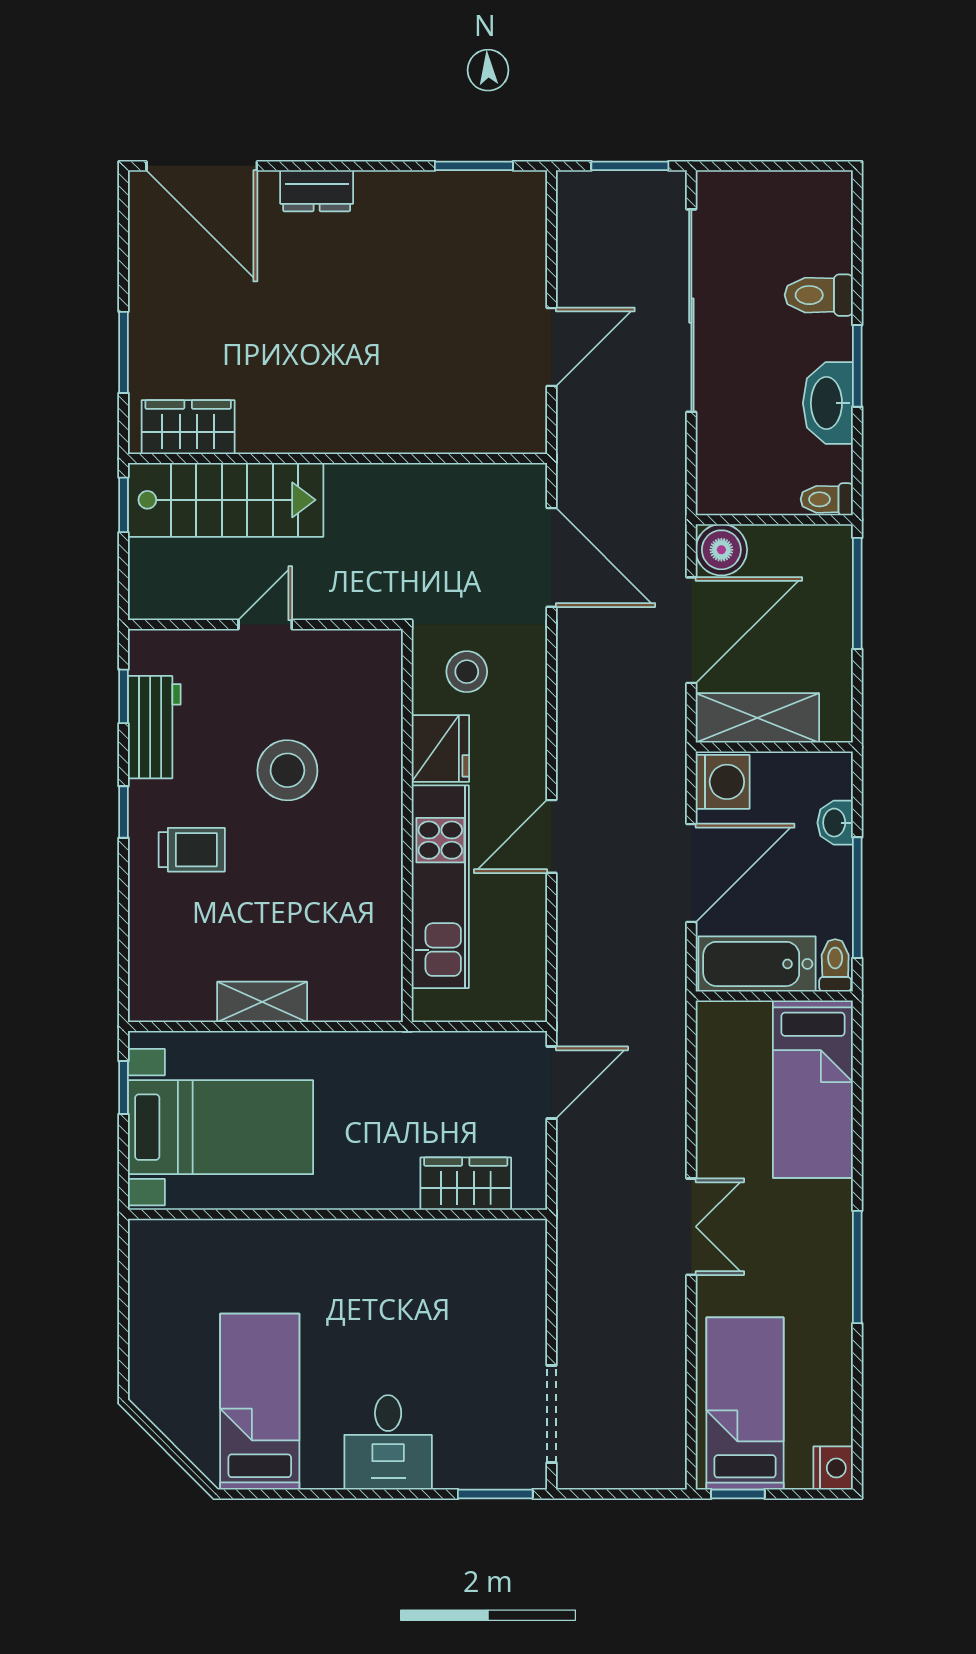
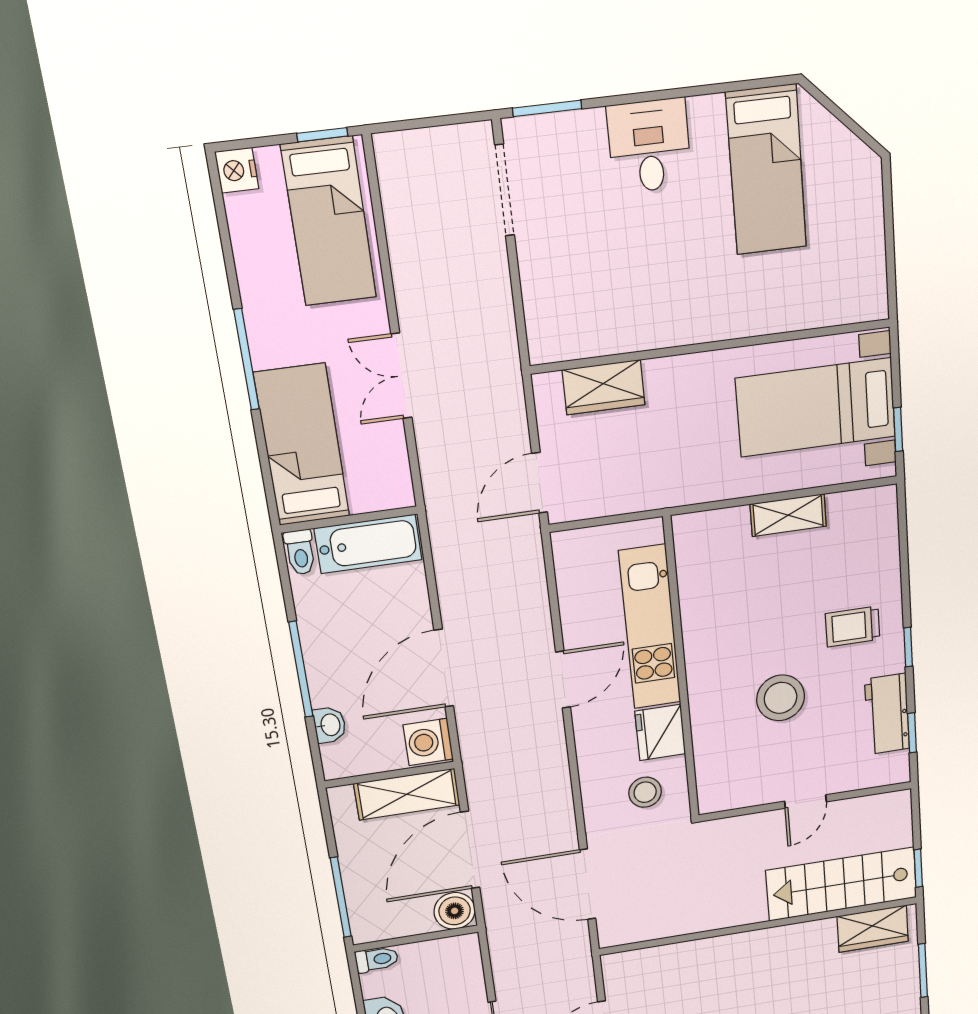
bathtub: (757, 964) -> (368, 544), moved
toilet: (835, 965) -> (300, 552), moved
wall: (774, 996) -> (349, 520), moved
bed: (813, 1089) -> (302, 445), moved

